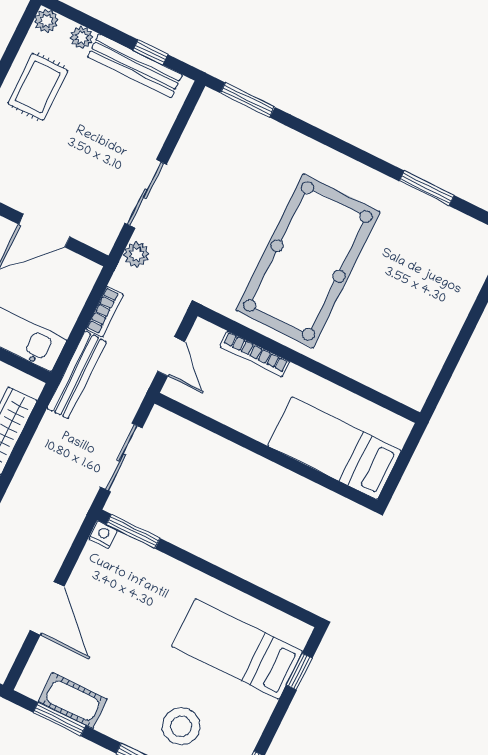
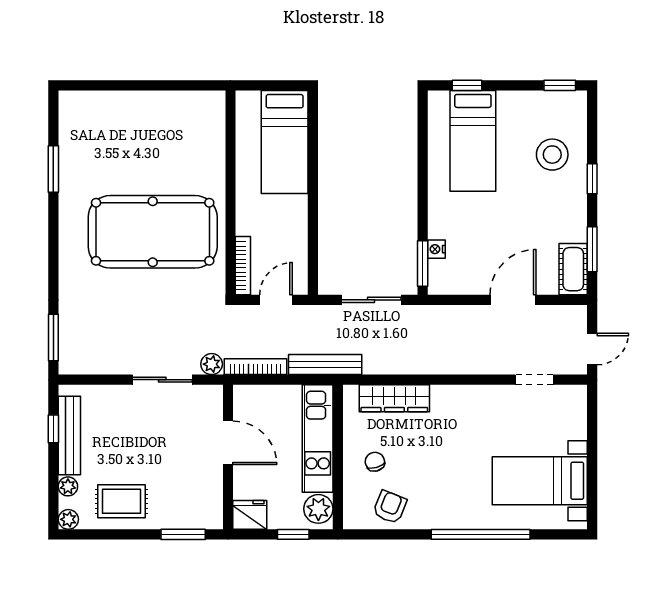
bookcase: (105, 312) -> (255, 367), width x1.56
bookcase: (255, 354) -> (243, 266), moved
nightstand: (103, 535) -> (436, 249), moved
cot: (73, 701) -> (573, 269), moved

